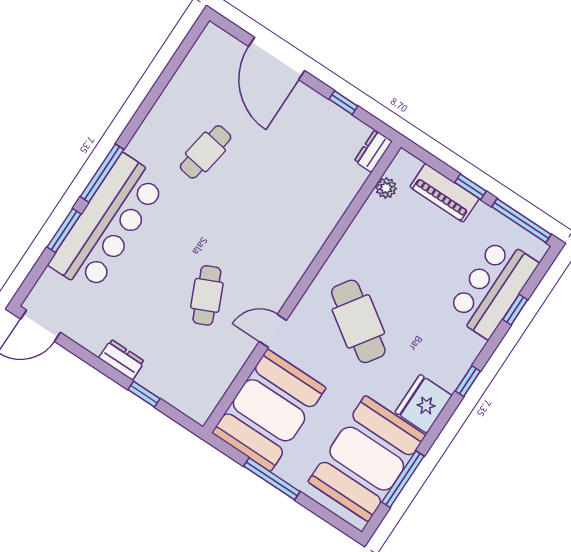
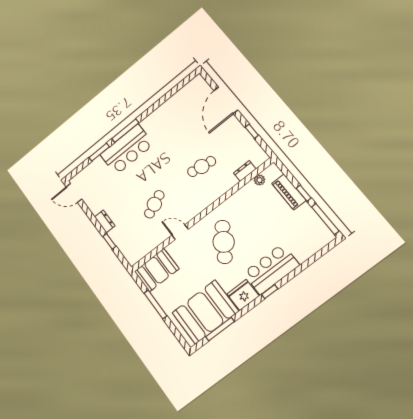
dresser: (373, 151) -> (245, 171), moved
cafe table: (206, 152) -> (202, 167), moved
bar counter: (108, 223) -> (127, 149), width x0.73
bar counter: (493, 288) -> (271, 269), moved
window: (515, 310) -> (307, 264), removed
booth: (269, 410) -> (157, 270), width x0.73, depth x0.70

